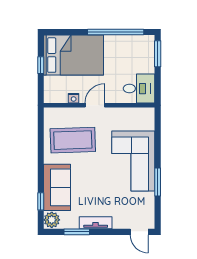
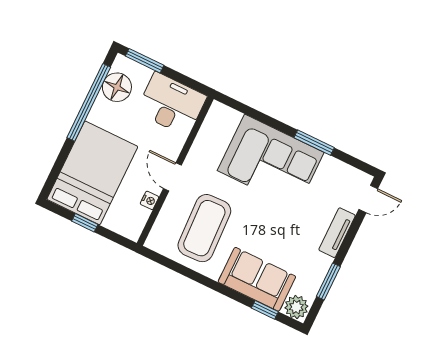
floor lamp: (133, 45) -> (117, 87), added
desk: (139, 89) -> (171, 104), width x1.37
tv unit: (96, 223) -> (337, 233), moved

